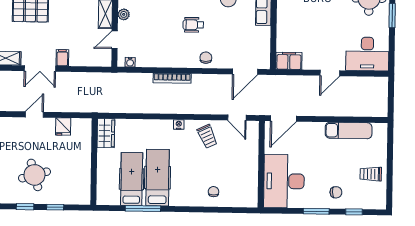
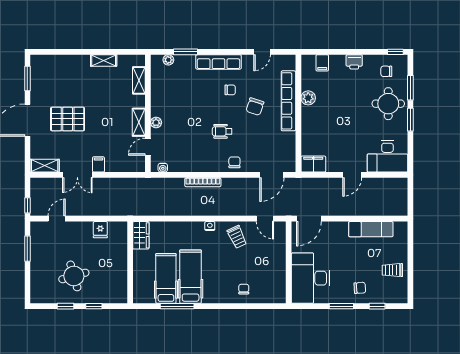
door: (34, 115) -> (57, 219), moved

